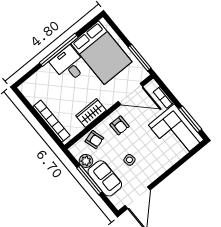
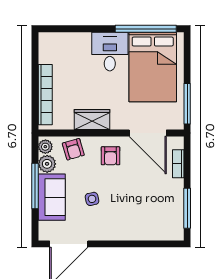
window: (59, 50) -> (146, 29), moved
corner sofa: (176, 132) -> (162, 210), removed
plant: (77, 152) -> (45, 147), added

